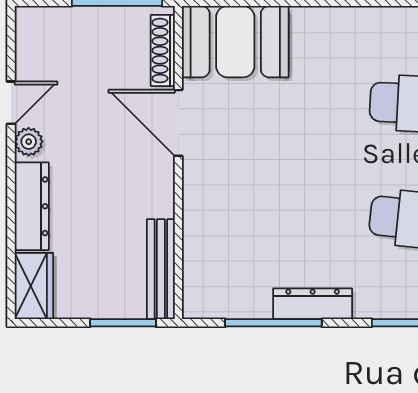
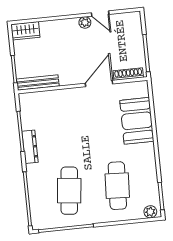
booth: (235, 42) -> (137, 121), moved
dresser: (32, 206) -> (58, 27), removed

